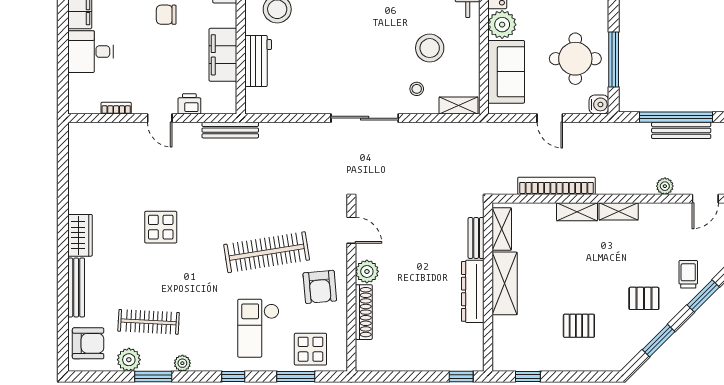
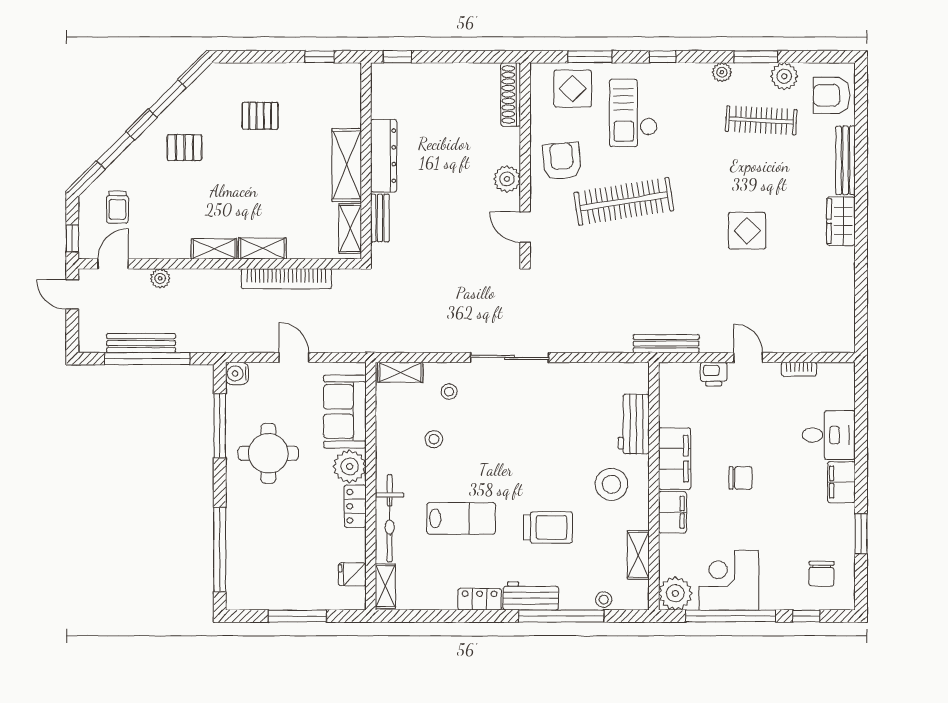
stool: (430, 48) -> (434, 439), width x0.53, depth x0.53
filing cabinet: (223, 55) -> (675, 459), moved
round table: (575, 59) -> (268, 453), moved
trolley: (688, 274) -> (117, 207), moved
shoe rack: (364, 312) -> (511, 94), moved
checkout: (258, 328) -> (633, 113), turned 180

